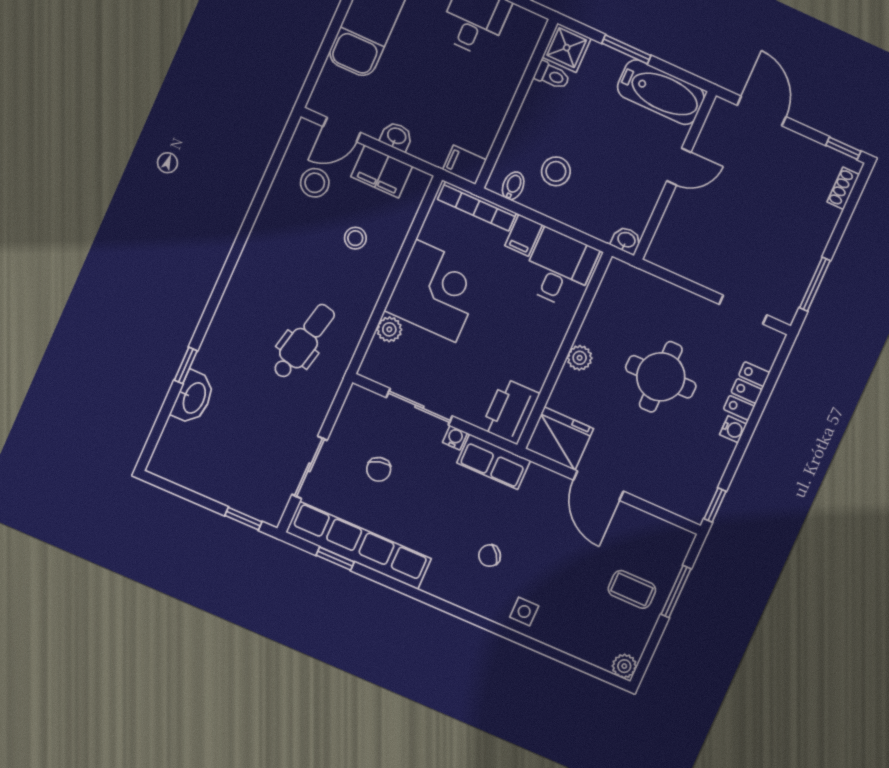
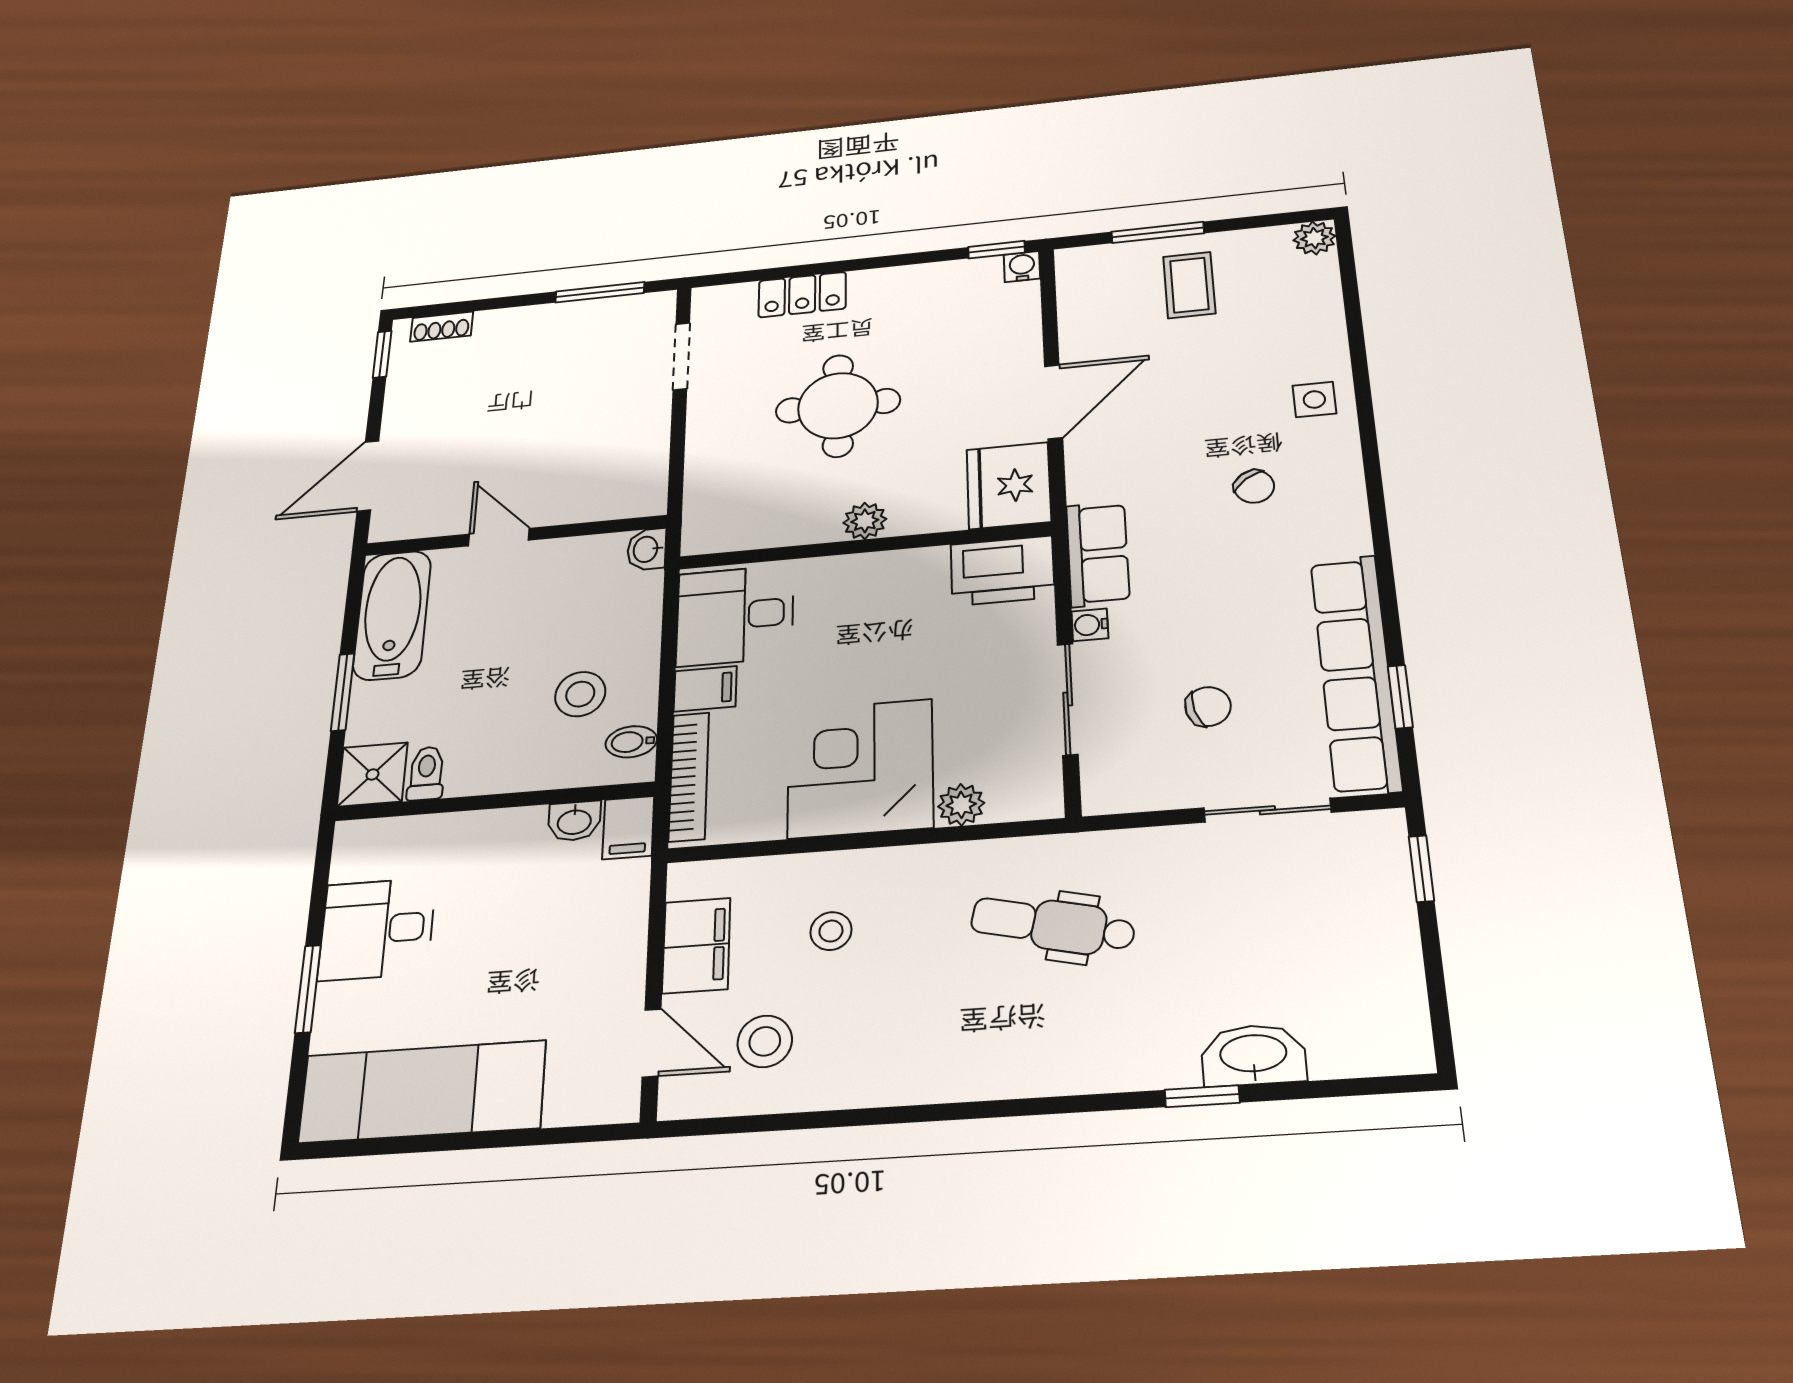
washbasin: (397, 136) -> (574, 821), moved, turned -90
water cooler: (733, 429) -> (1022, 267), moved

